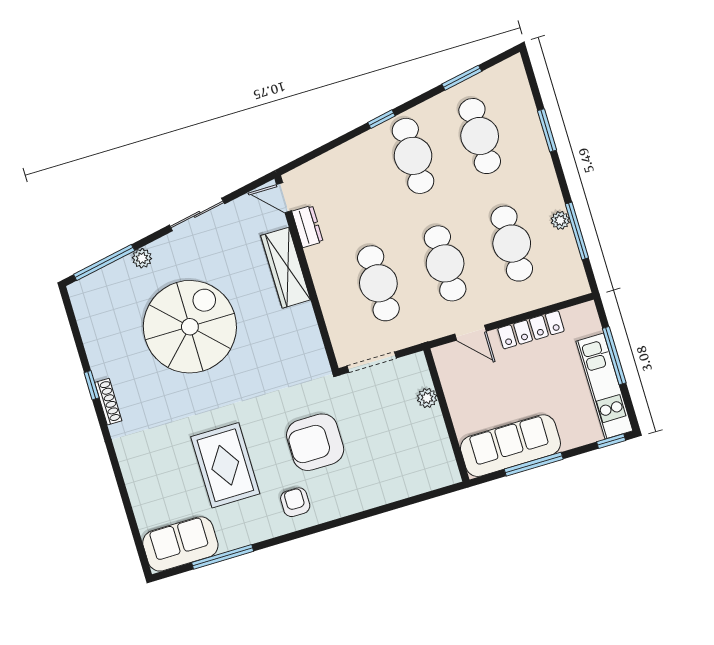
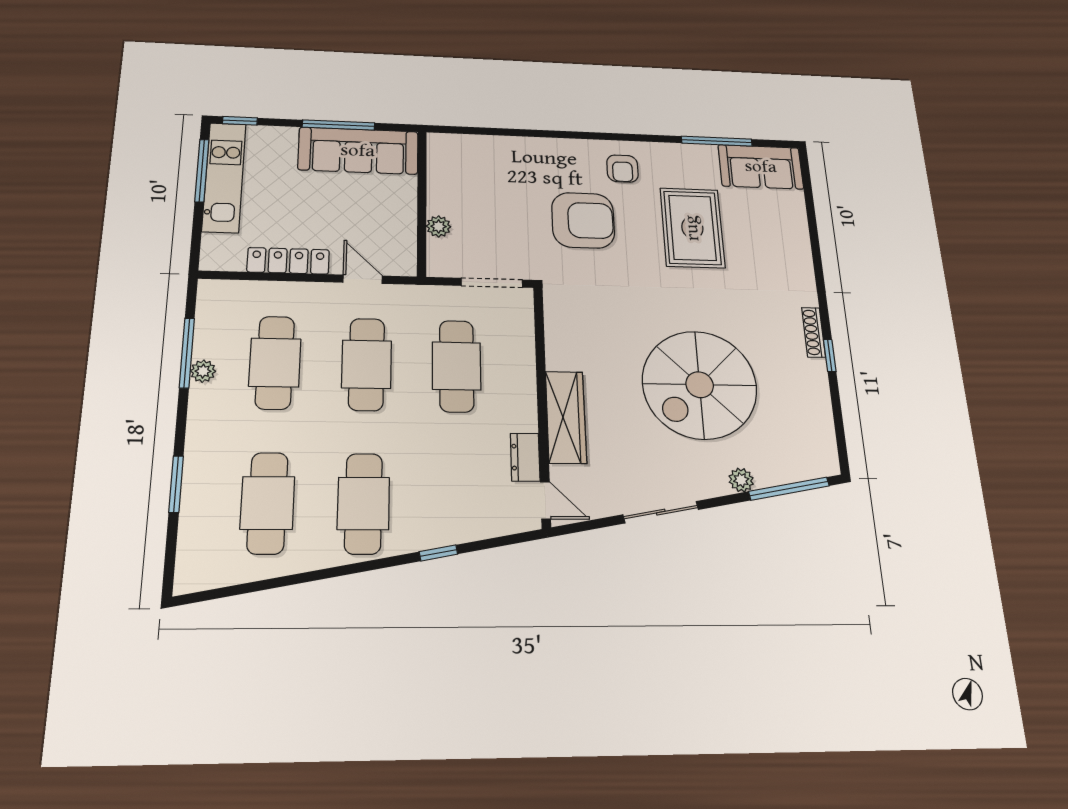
window: (462, 78) -> (264, 585), removed
window: (381, 119) -> (438, 553), moved
window: (614, 356) -> (202, 171), moved

